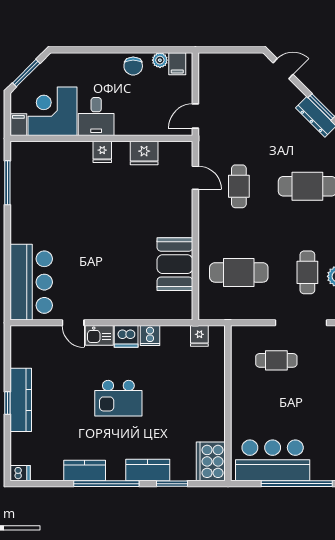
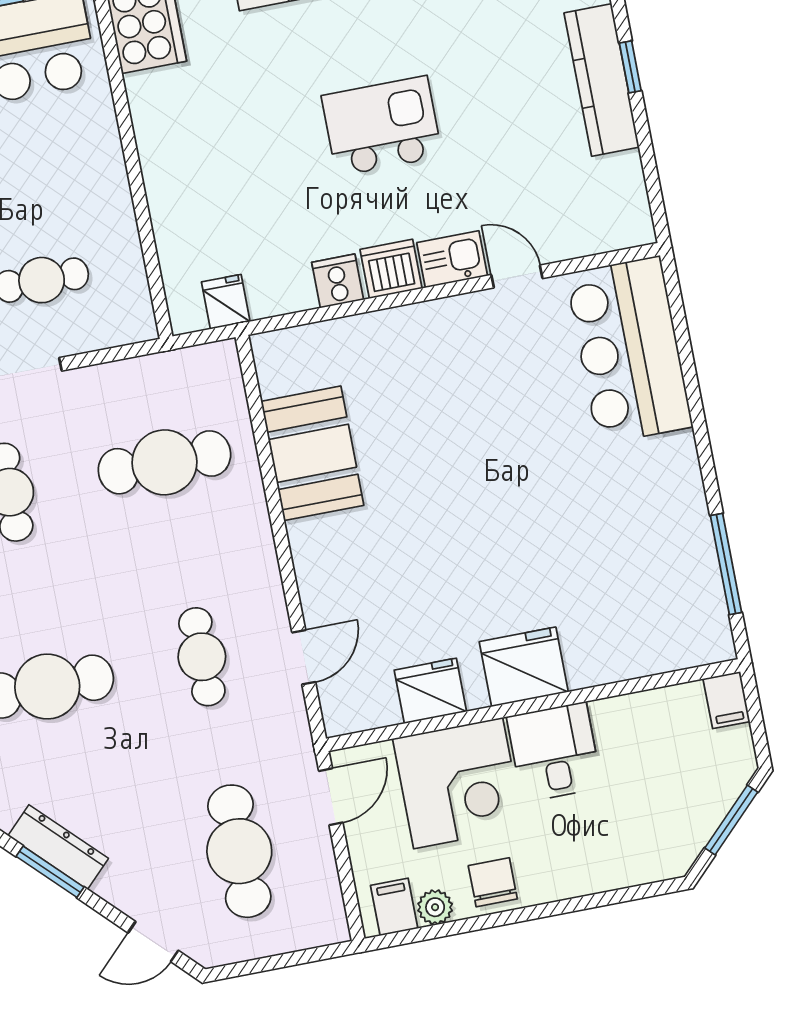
cafe table: (239, 100) -> (239, 851), added
corner desk: (53, 111) -> (458, 783), moved
fridge: (102, 152) -> (524, 667), width x1.88, depth x1.34
door: (195, 178) -> (304, 657), swing flipped

